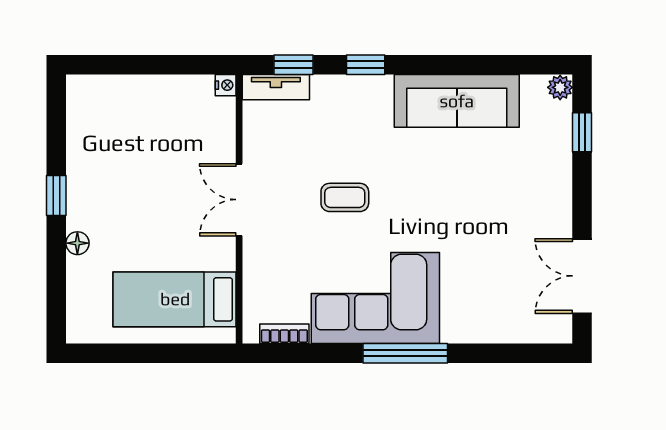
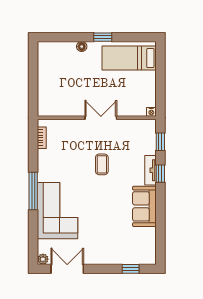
tv unit: (276, 87) -> (150, 170), moved
plant: (560, 87) -> (43, 259), moved
sofa: (457, 101) -> (144, 206), width x0.73
corner sofa: (375, 298) -> (58, 211), moved
bed: (175, 299) -> (129, 58), moved, turned -90

